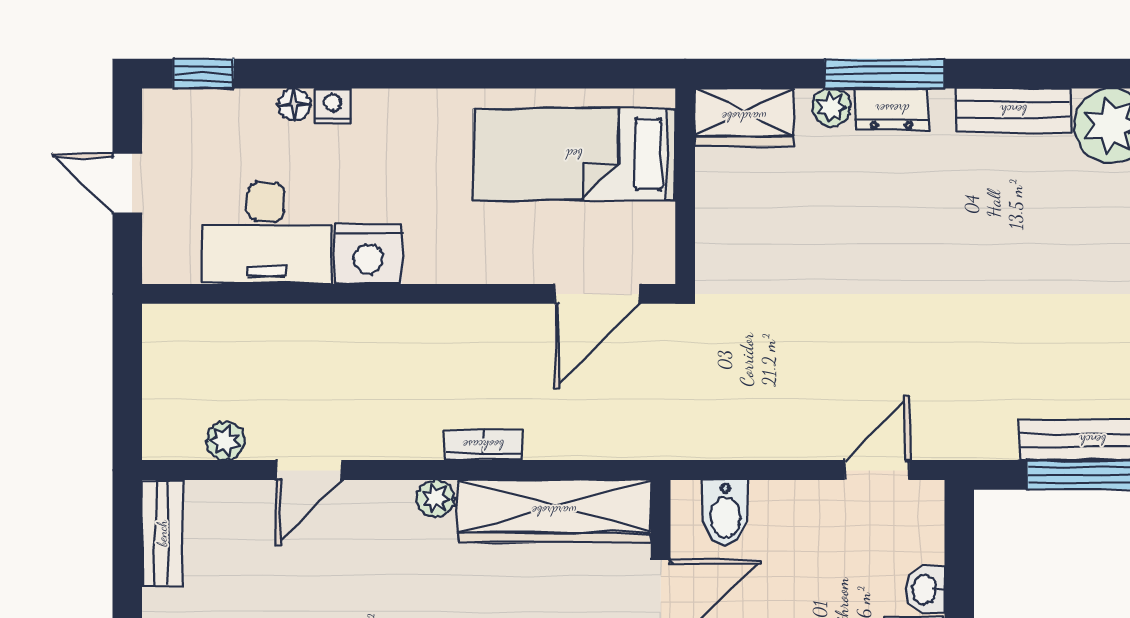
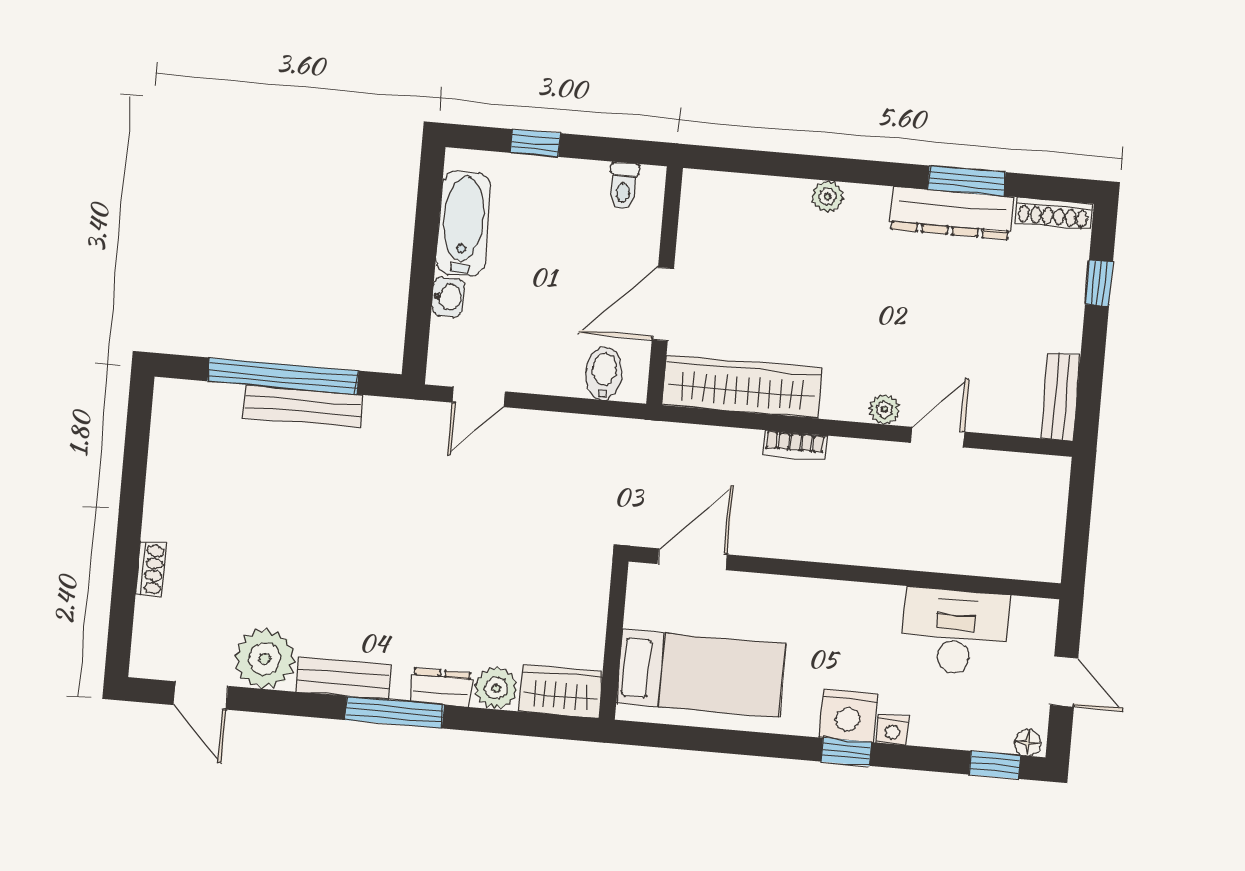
window: (387, 74) -> (846, 752), added
window: (884, 74) -> (394, 712), moved
floor lamp: (294, 104) -> (1028, 743), moved
plant: (831, 107) -> (496, 688), width x1.38, depth x1.38
nightstand: (368, 254) -> (848, 716), moved, turned 180
plant: (225, 441) -> (1003, 467), removed
plant: (435, 499) -> (884, 409), moved

